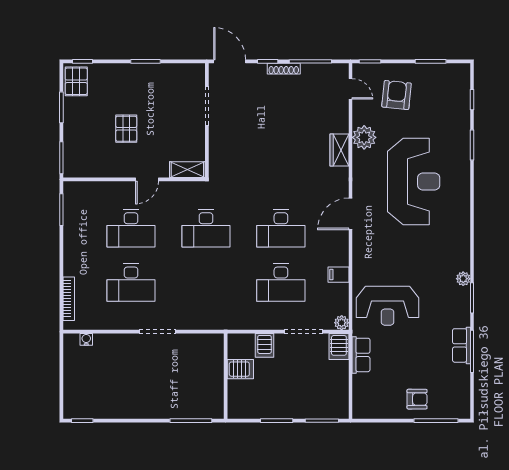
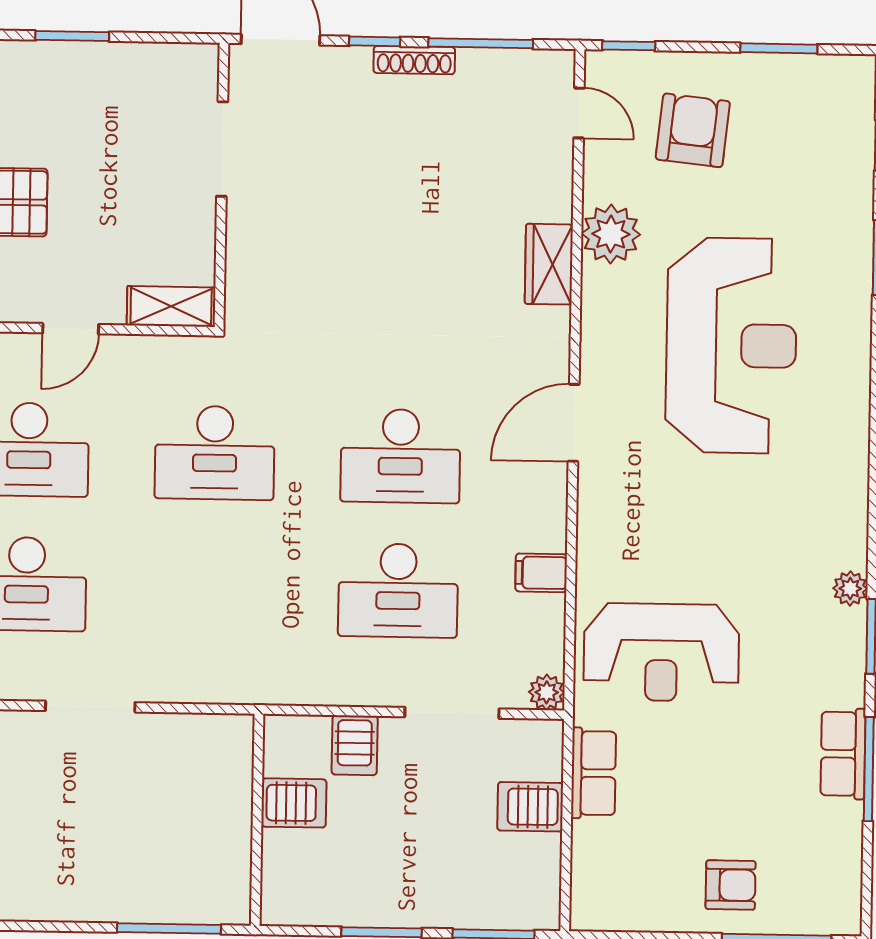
server rack: (339, 346) -> (530, 807), moved, turned 90

